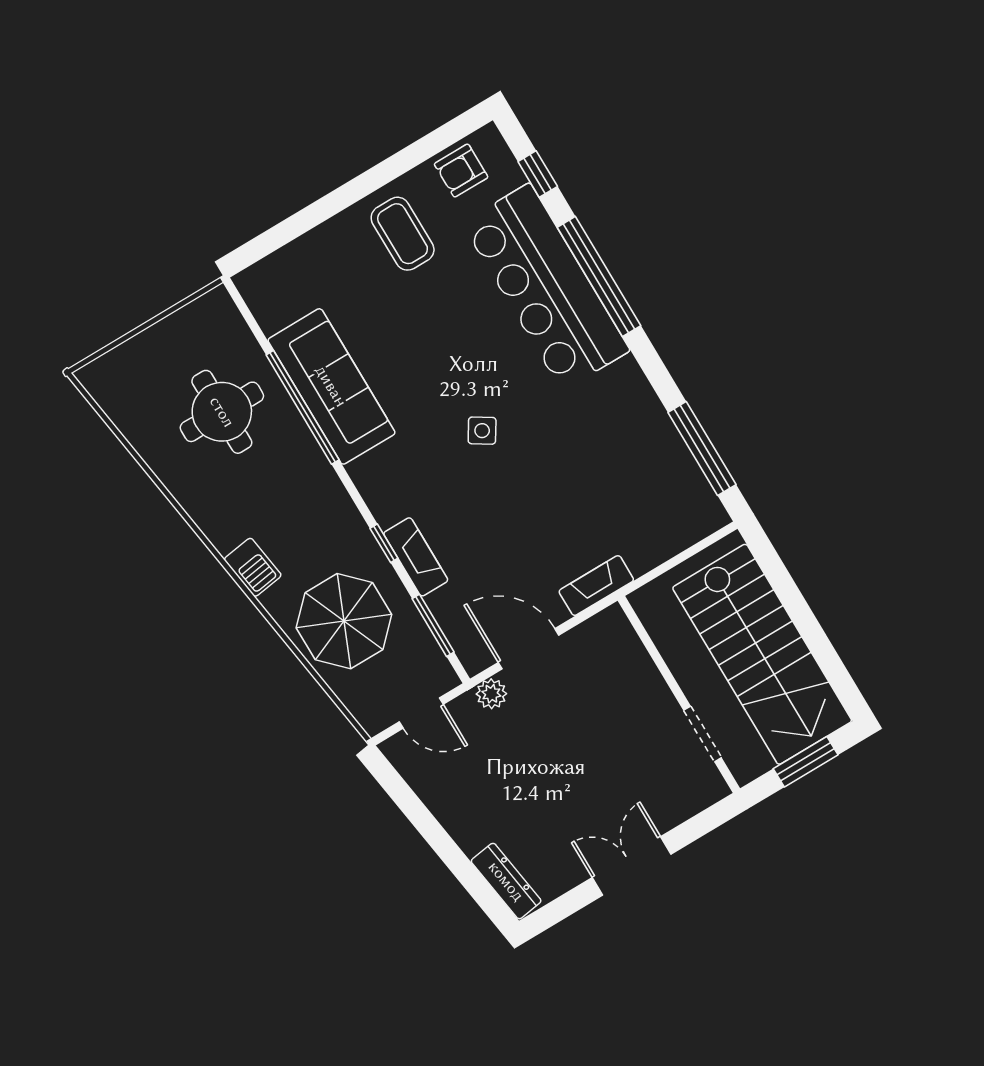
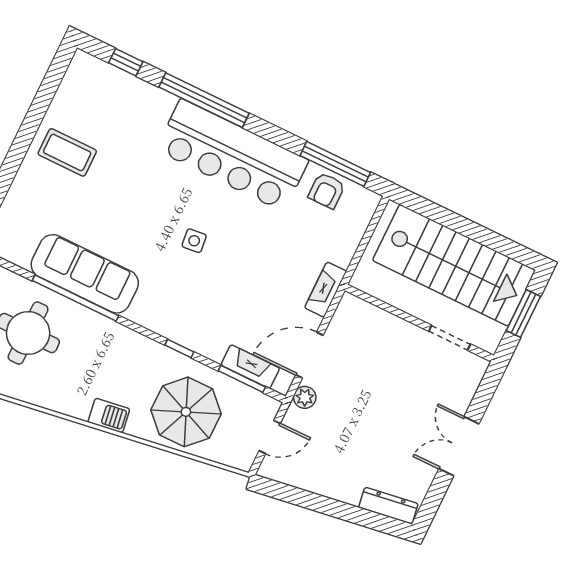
armchair: (461, 171) -> (327, 191), moved
bar counter: (546, 287) -> (232, 155), moved
side table: (482, 431) -> (194, 241), turned -38
fireplace: (416, 557) -> (250, 367), moved

